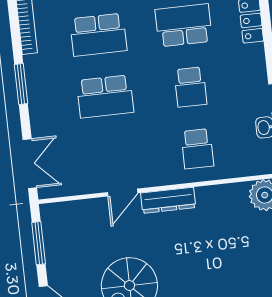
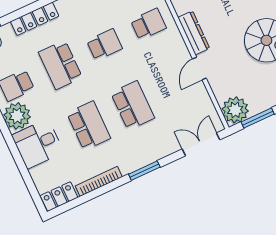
door: (123, 193) -> (199, 69), swing flipped
plant: (58, 219) -> (235, 110), added

